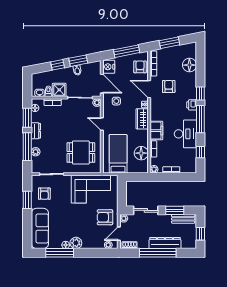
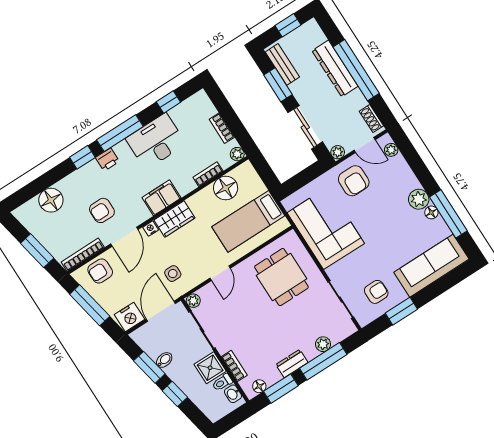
filing cabinet: (156, 131) -> (162, 198), moved

